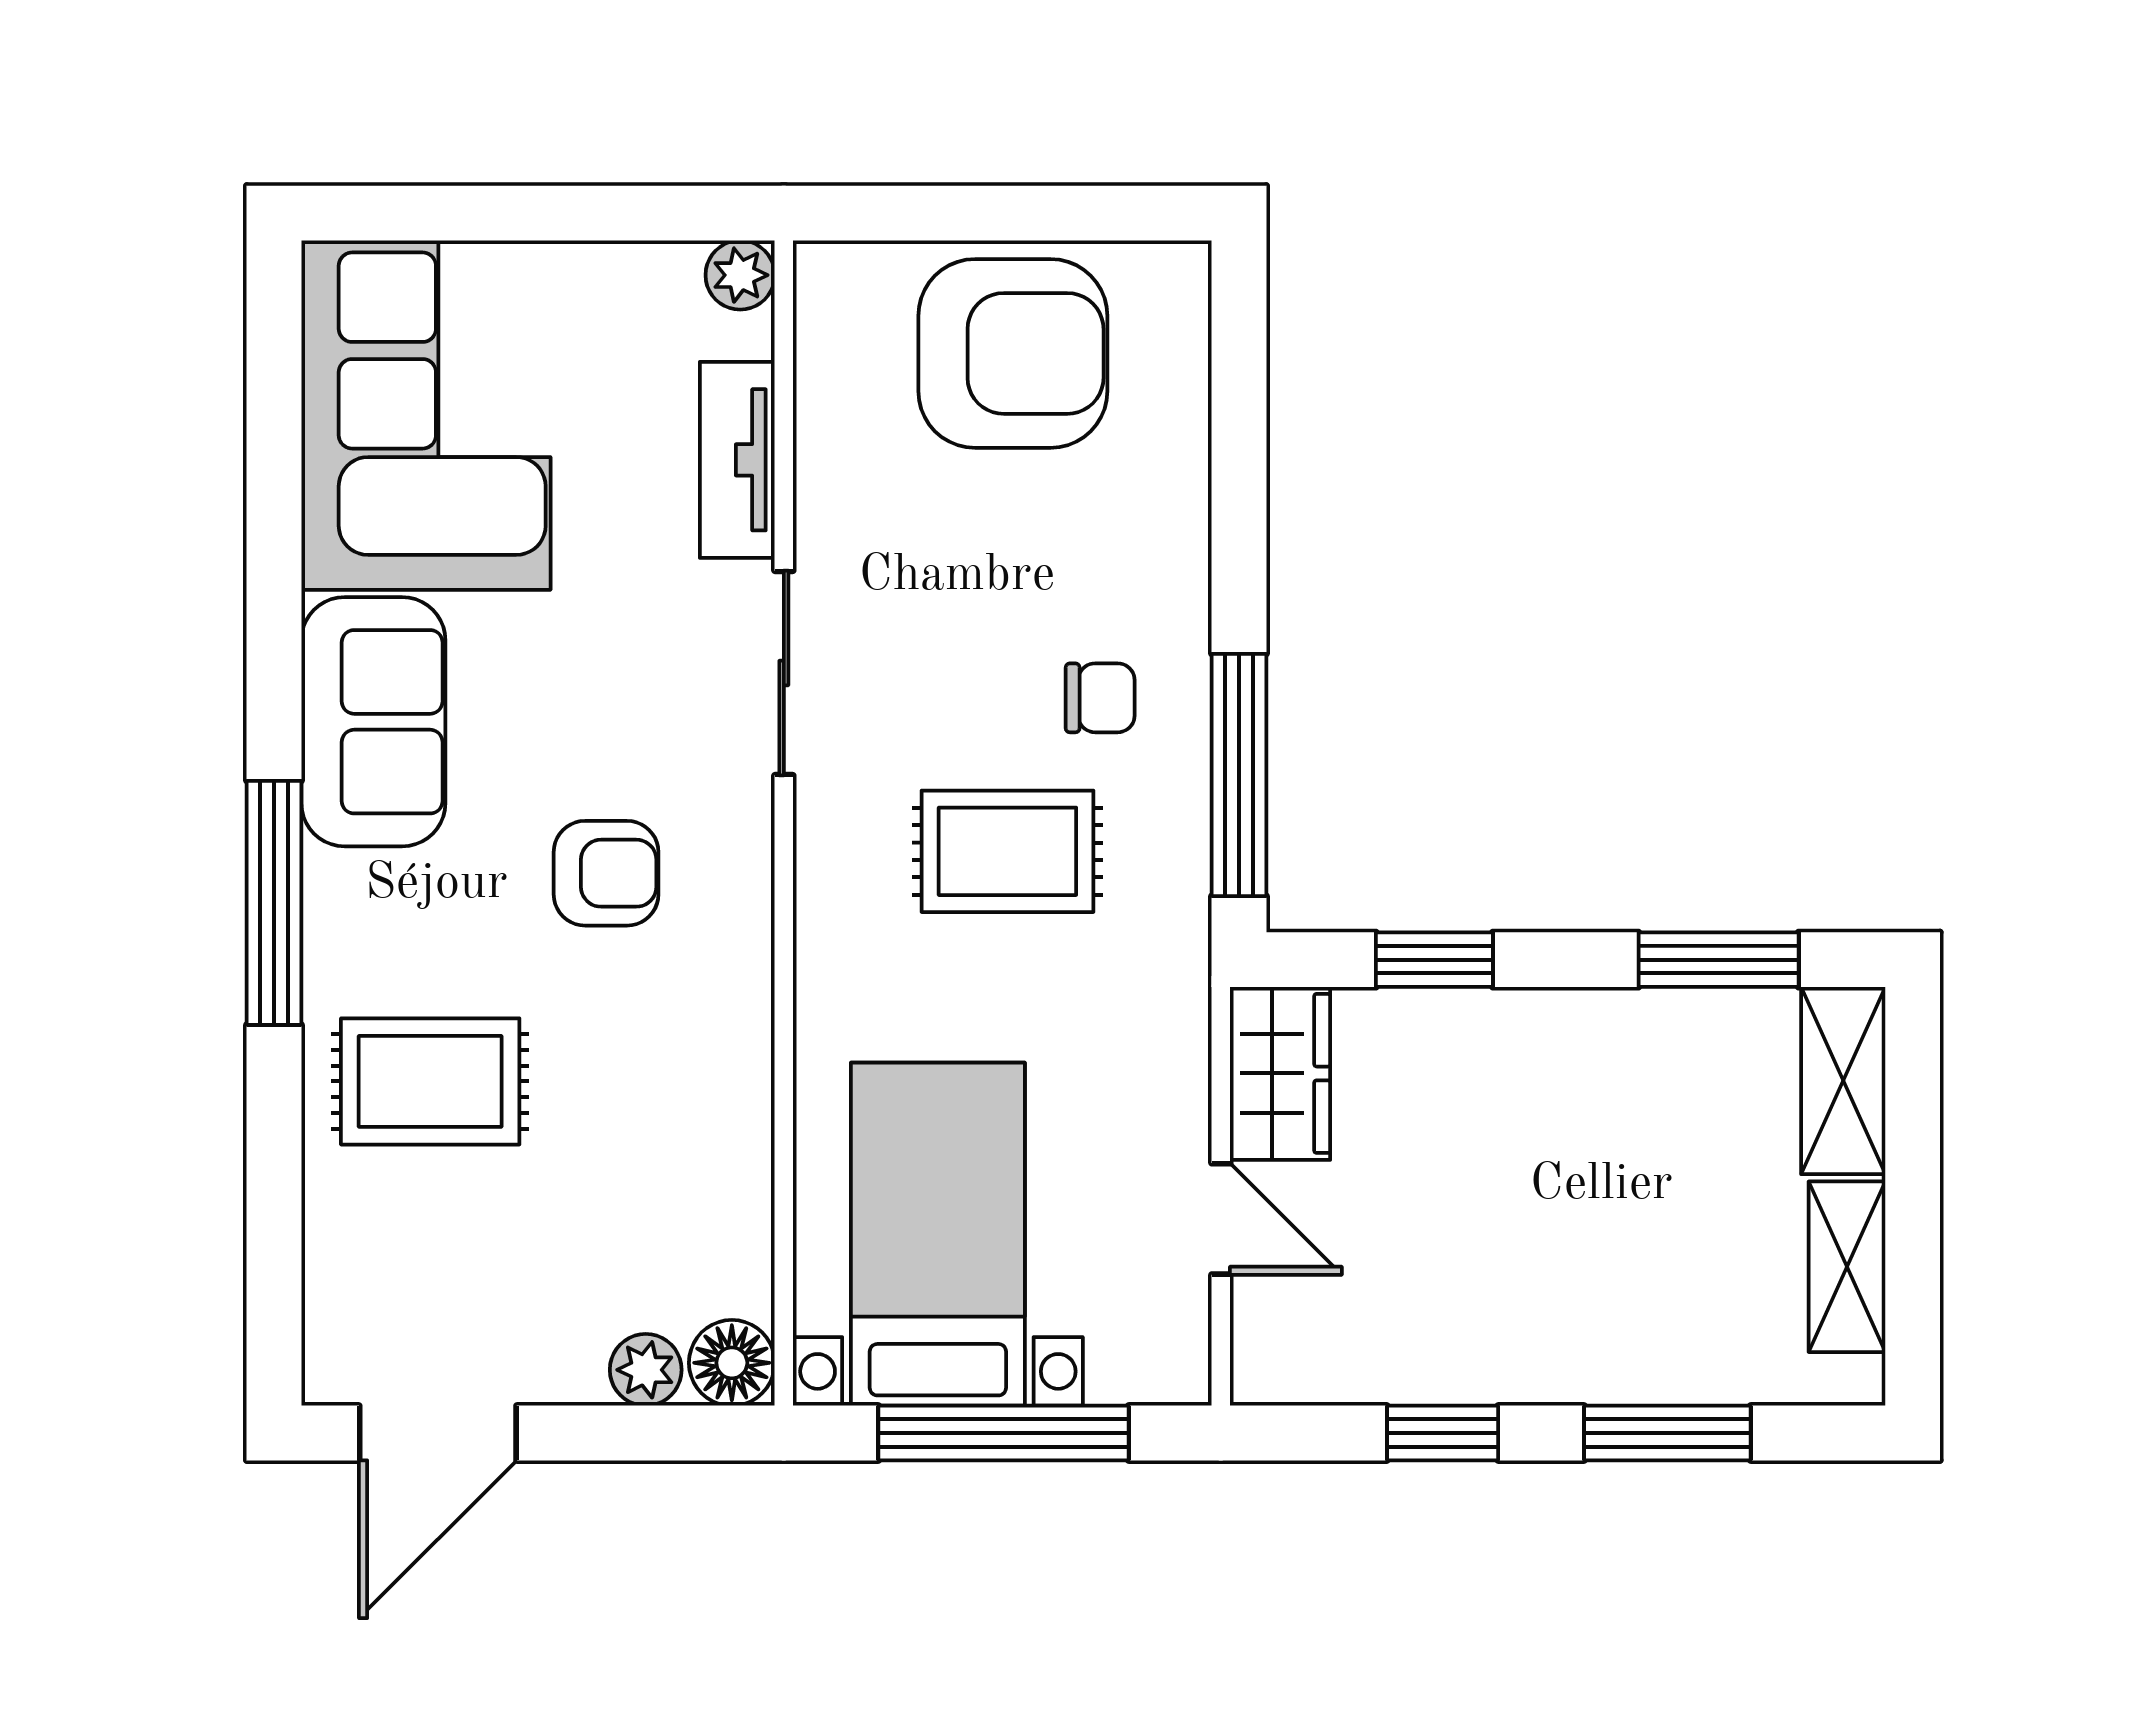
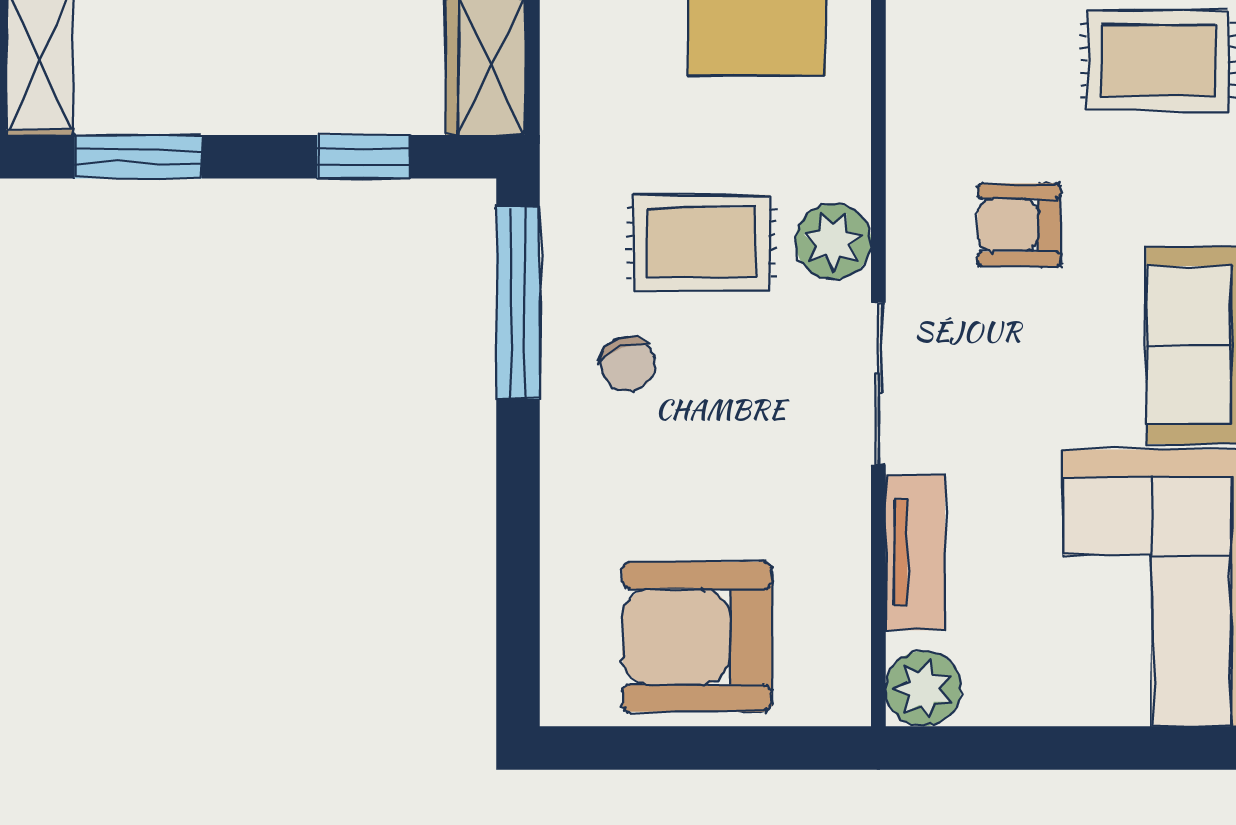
plant: (740, 275) -> (923, 689), width x1.38, depth x1.38
chair: (1100, 698) -> (628, 364), turned -109
plant: (841, 853) -> (833, 241), added

